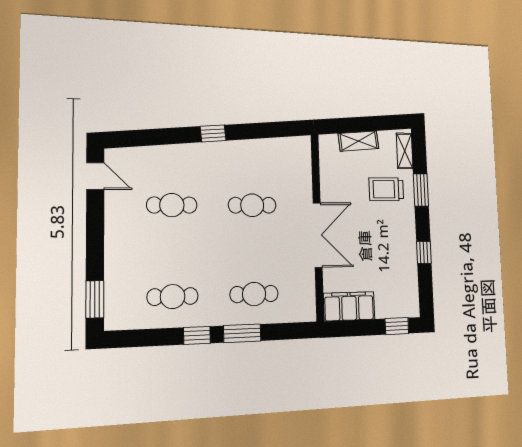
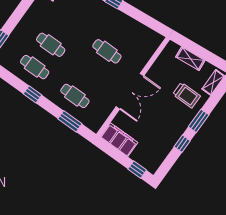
trolley: (386, 189) -> (186, 95), turned 180
window: (421, 190) -> (199, 121), moved
cafe table: (172, 205) -> (51, 45), moved
window: (242, 333) -> (70, 121), moved

